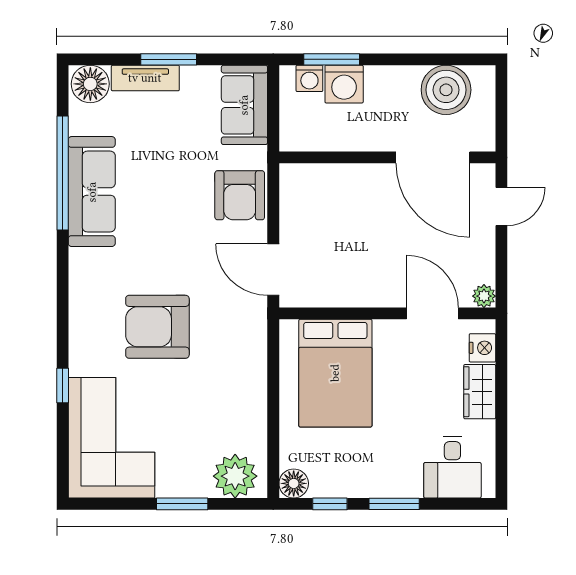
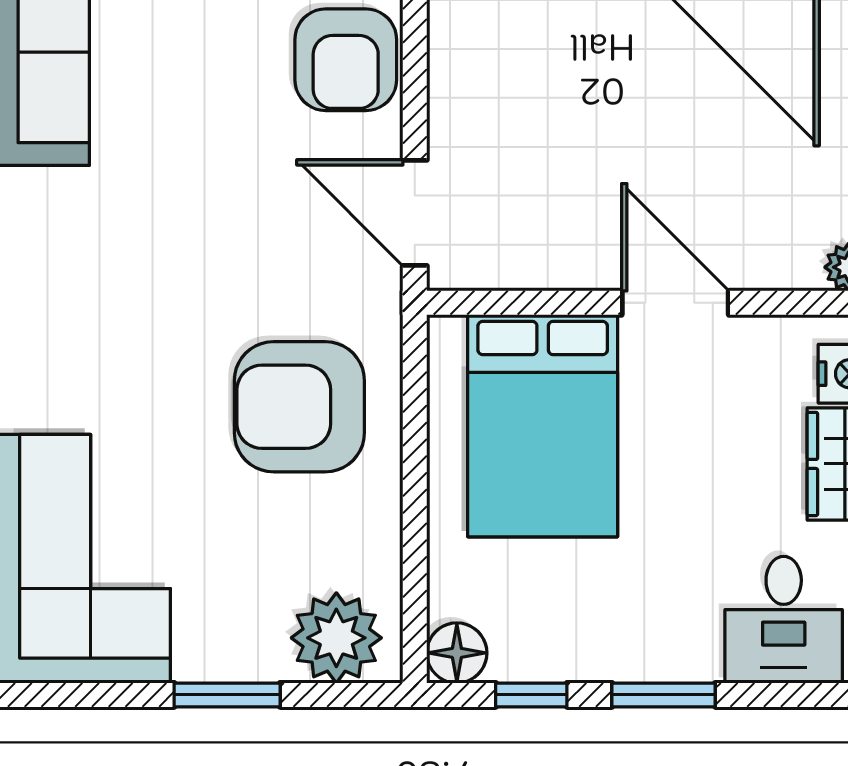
door: (432, 313) -> (675, 303), moved
armchair: (157, 327) -> (299, 407), moved

